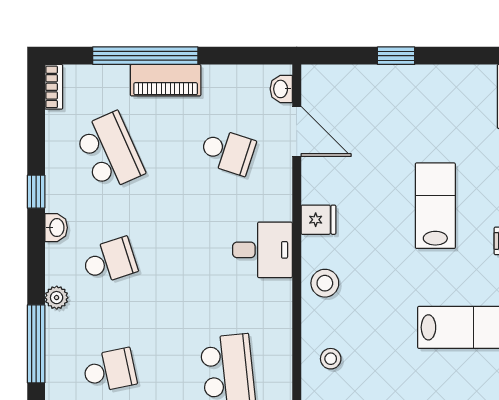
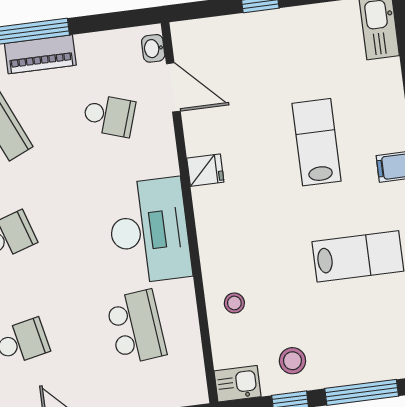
desk: (262, 250) -> (149, 231), width x1.87, depth x1.30
stool: (325, 283) -> (219, 231), removed

